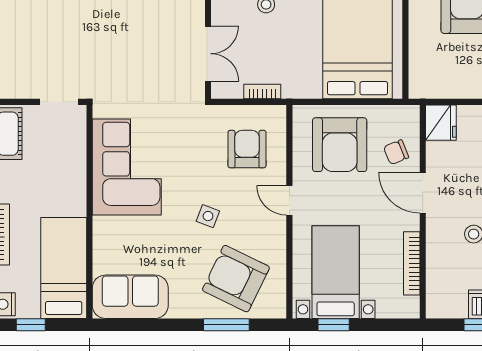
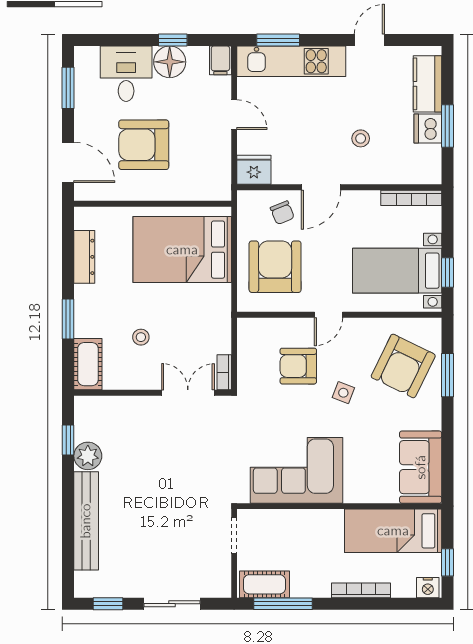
bookcase: (262, 92) -> (224, 372), moved
armchair: (340, 145) -> (275, 267), turned -90
armchair: (247, 149) -> (298, 366), moved
bookcase: (412, 263) -> (411, 198), moved

